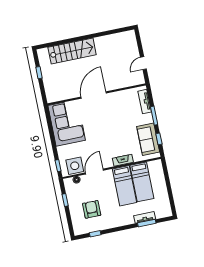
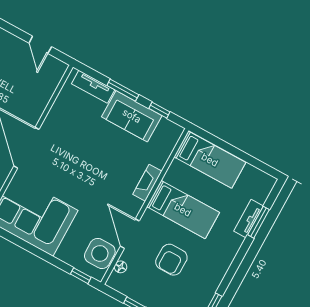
sofa: (148, 139) -> (132, 116), moved
bed: (142, 182) -> (210, 160), moved
armchair: (92, 209) -> (171, 260), moved, turned -90

